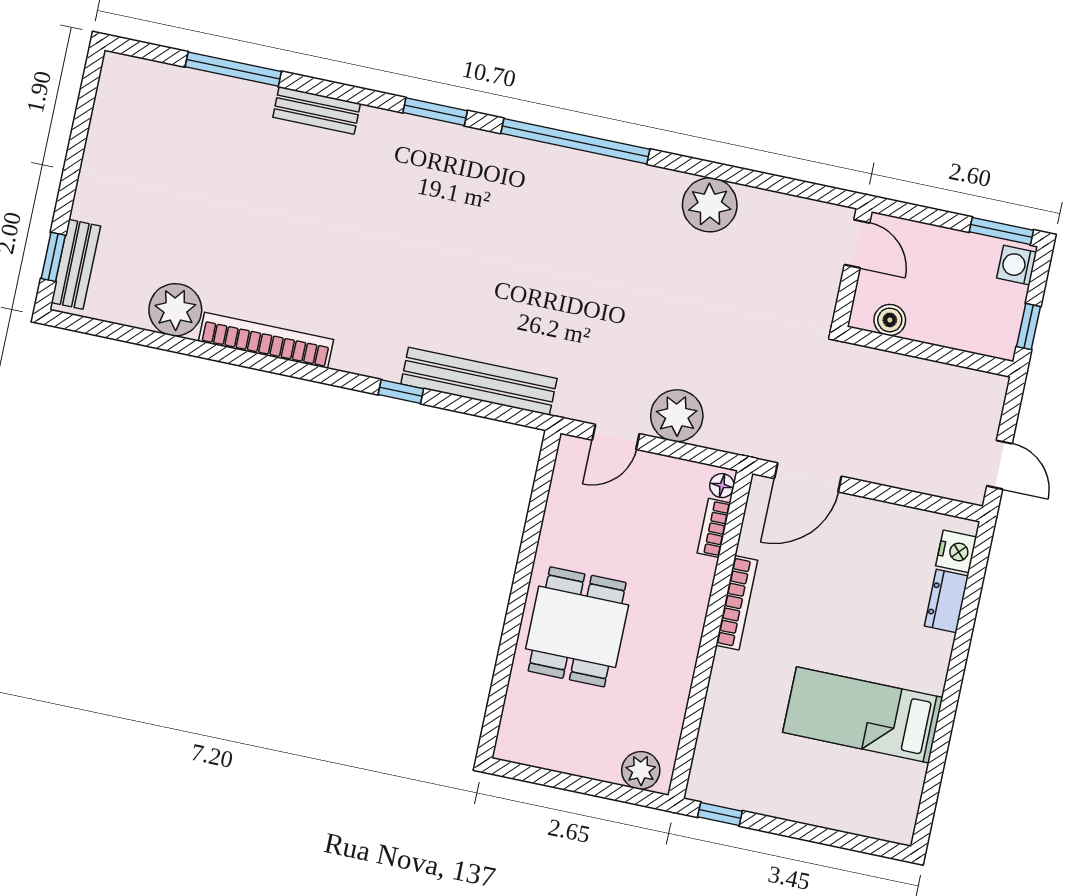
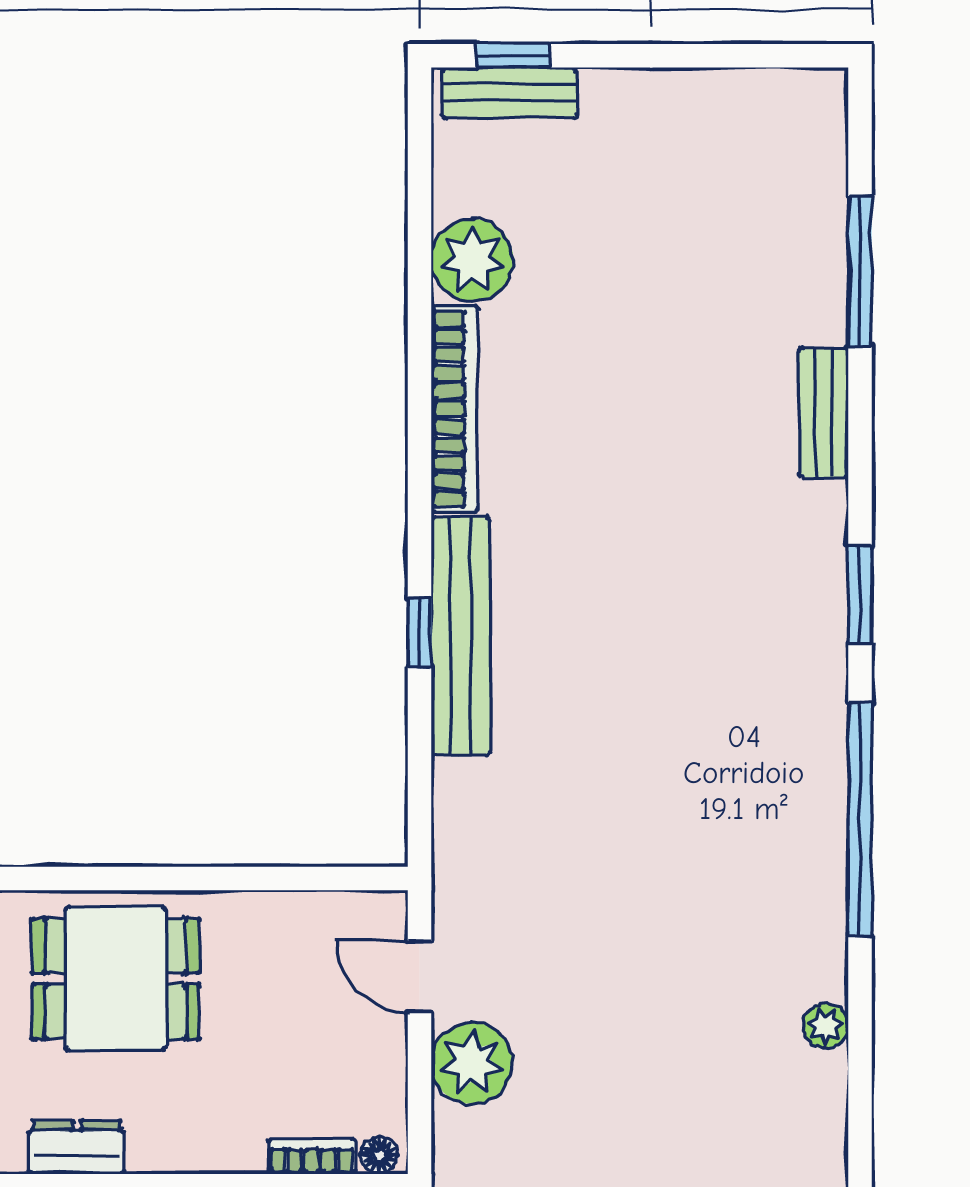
plant: (710, 205) -> (826, 1026), width x0.53, depth x0.53
bench: (479, 381) -> (461, 636), moved
dresser: (677, 674) -> (77, 1147), added

